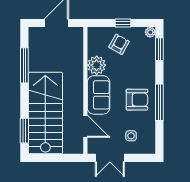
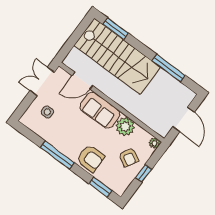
plant: (150, 32) -> (154, 143), moved
armchair: (137, 100) -> (91, 158), moved, turned -90

